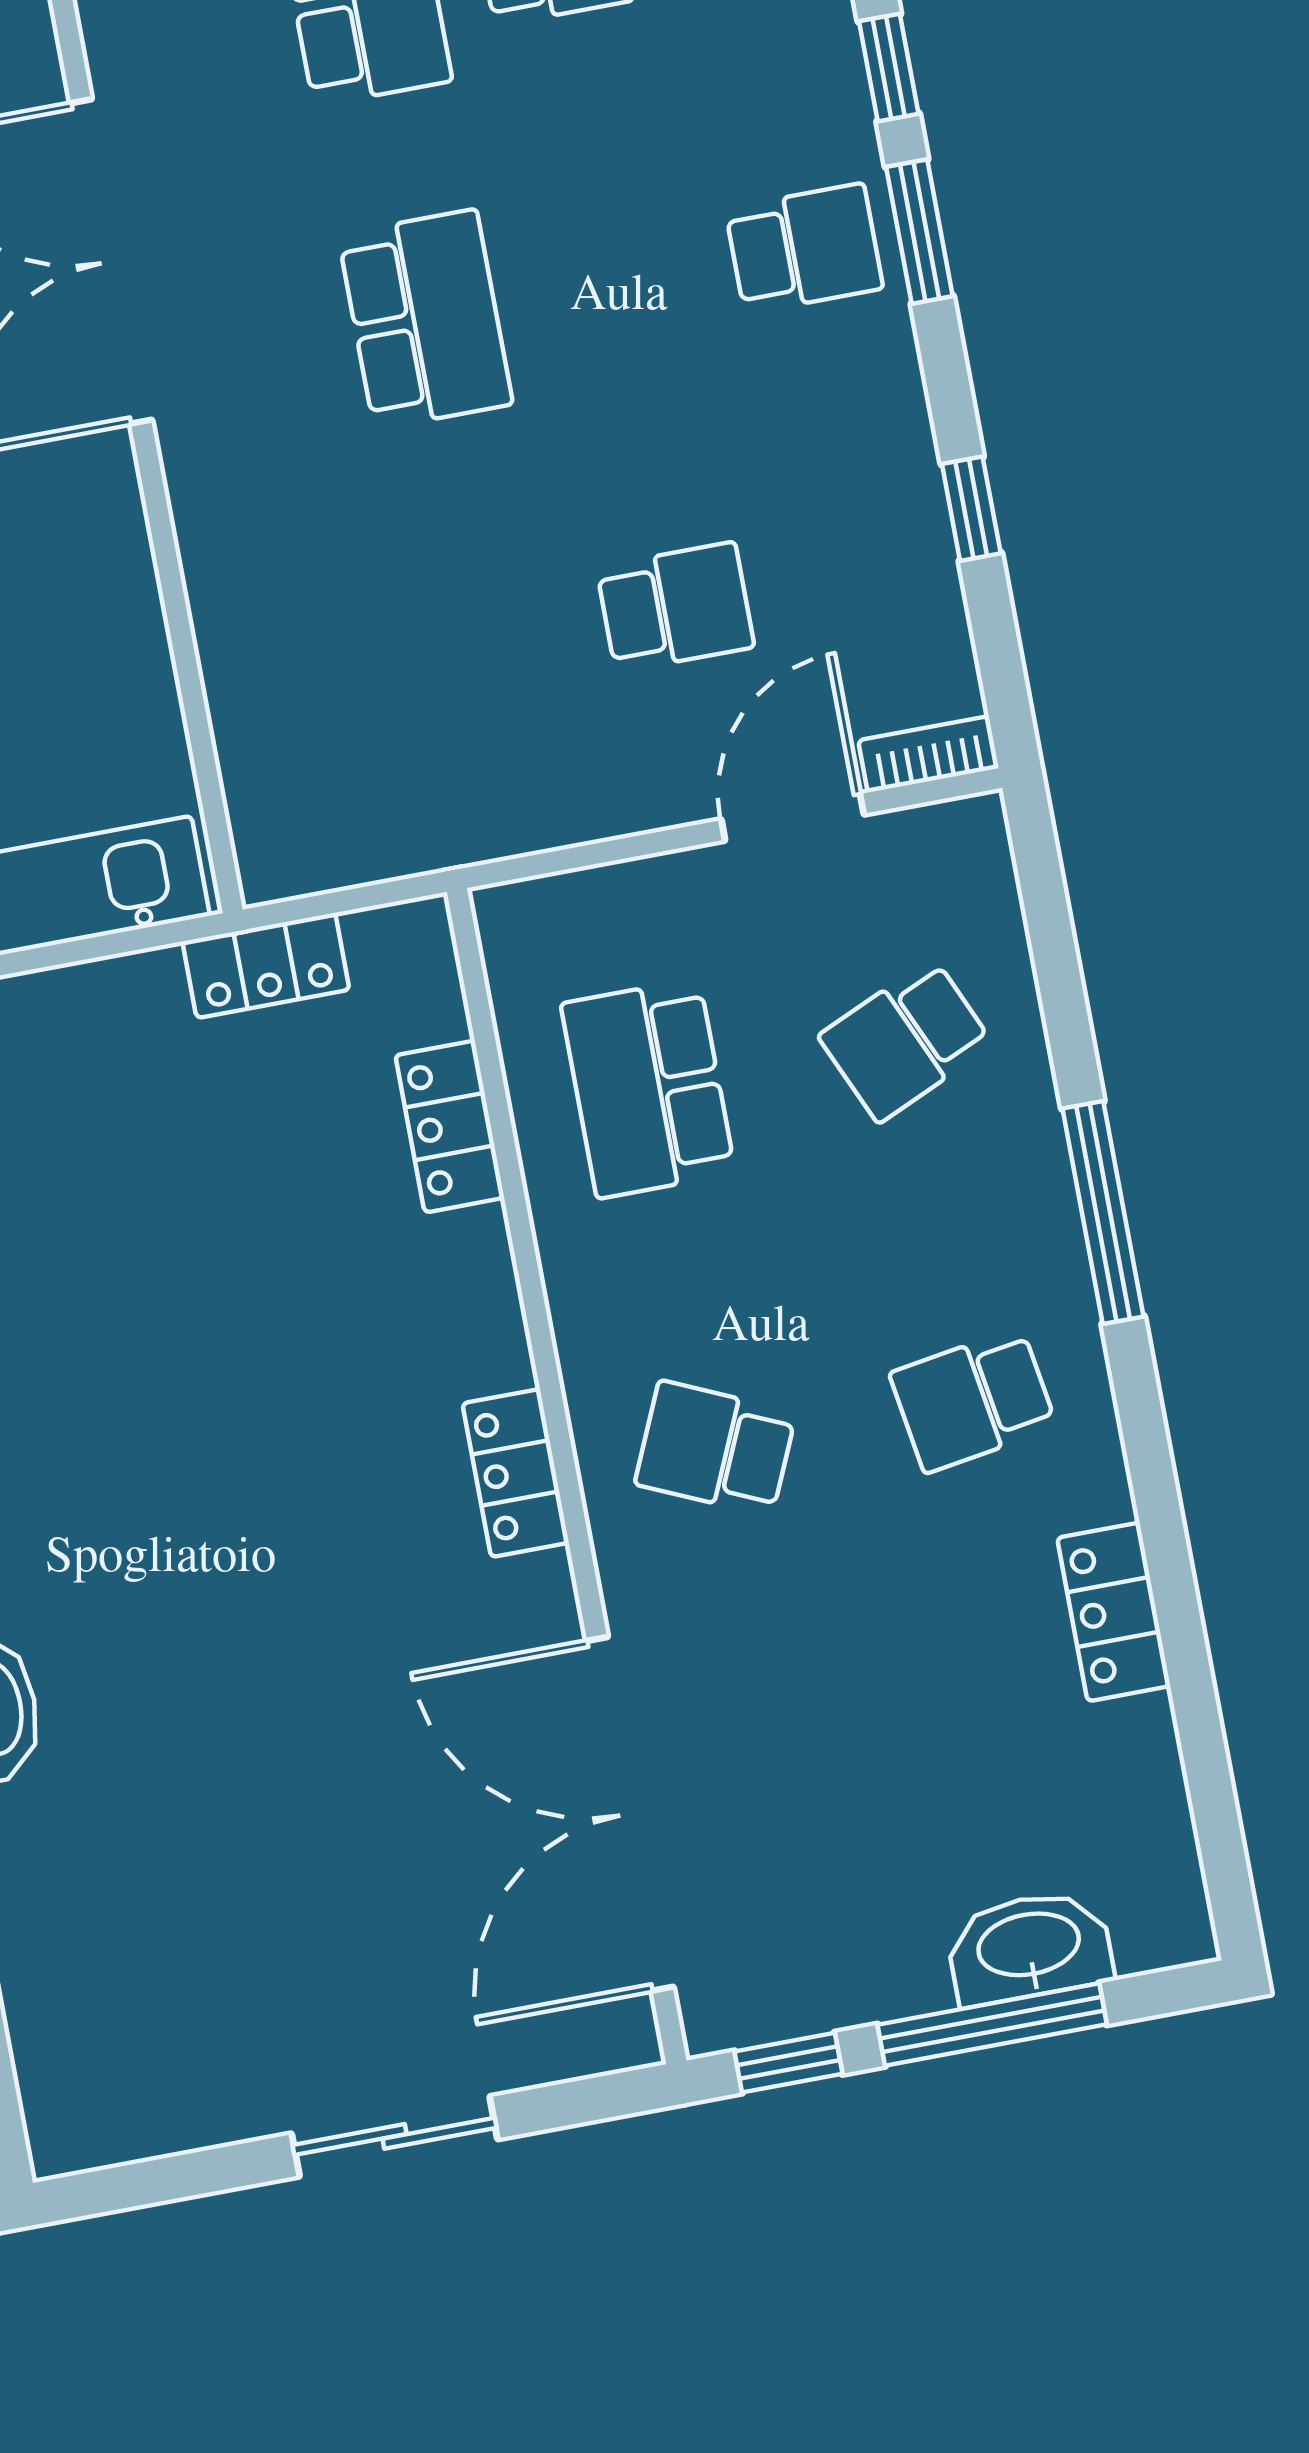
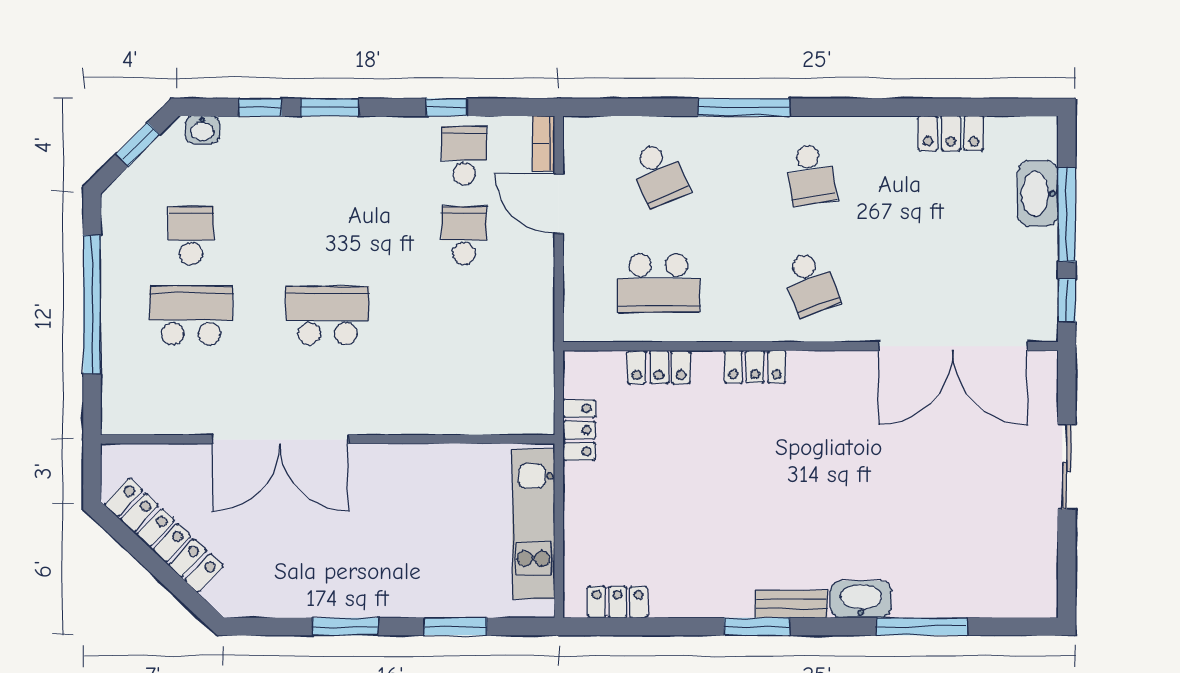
school desk: (804, 248) -> (464, 156), moved
school desk: (715, 1448) -> (810, 283), turned -45
locker: (516, 1473) -> (755, 367), moved
locker: (1114, 1612) -> (951, 133), moved

